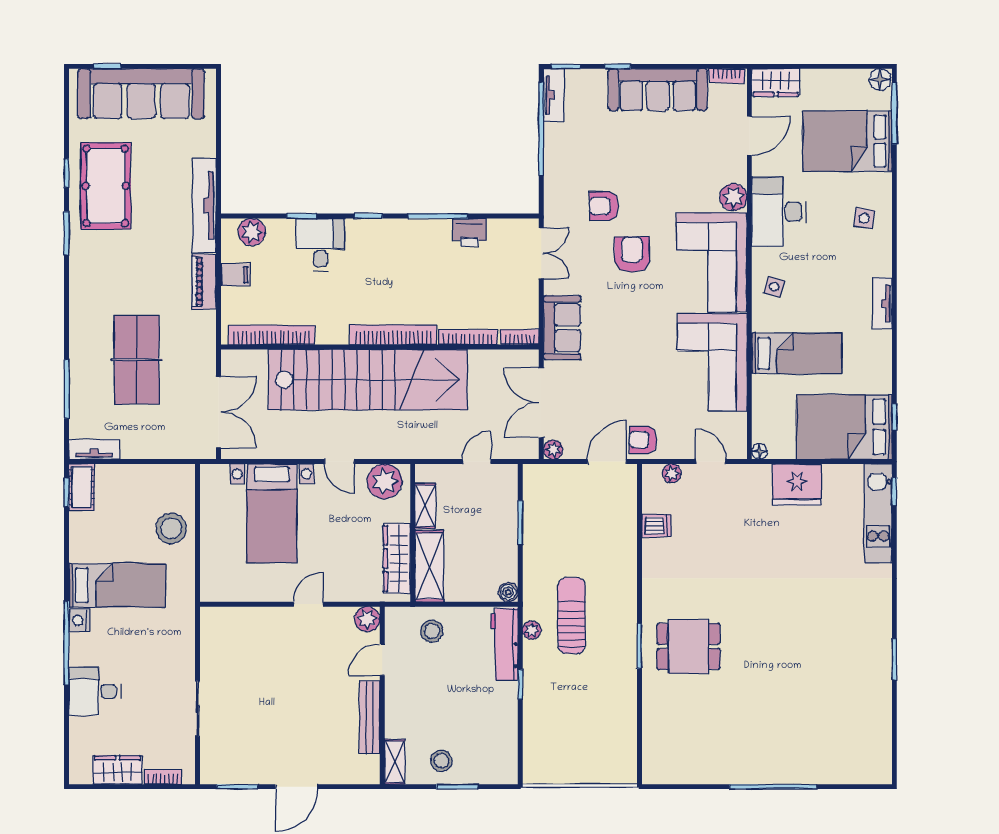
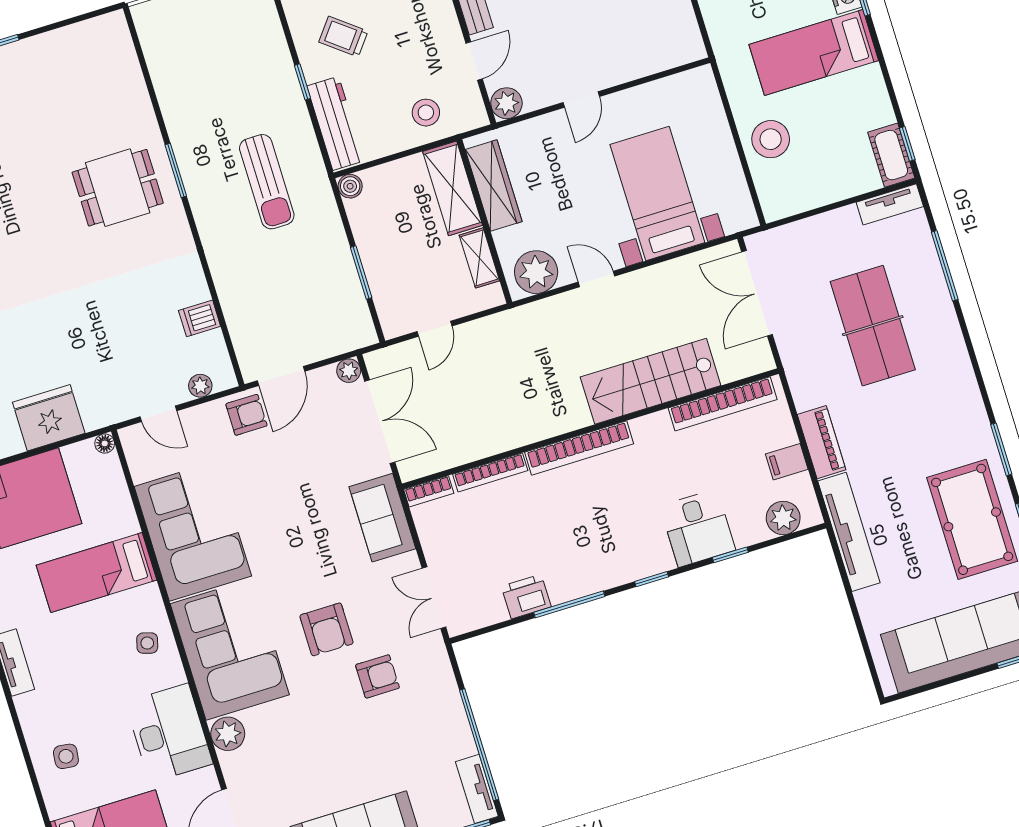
stairs: (368, 380) -> (651, 381), width x0.54, depth x0.66
plant: (532, 630) -> (309, 150), removed
trolley: (478, 710) -> (343, 37), added

